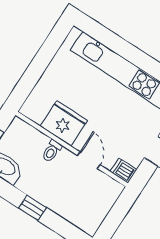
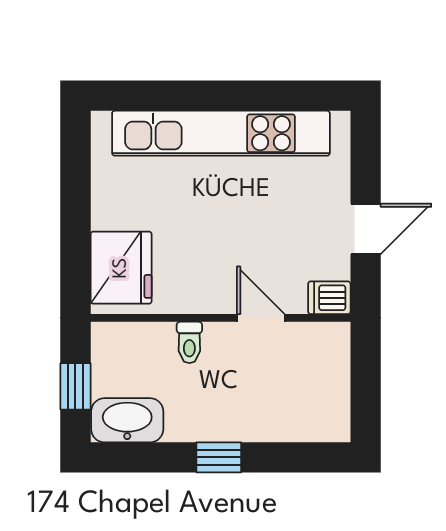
fridge: (64, 123) -> (121, 268), moved, turned 90

